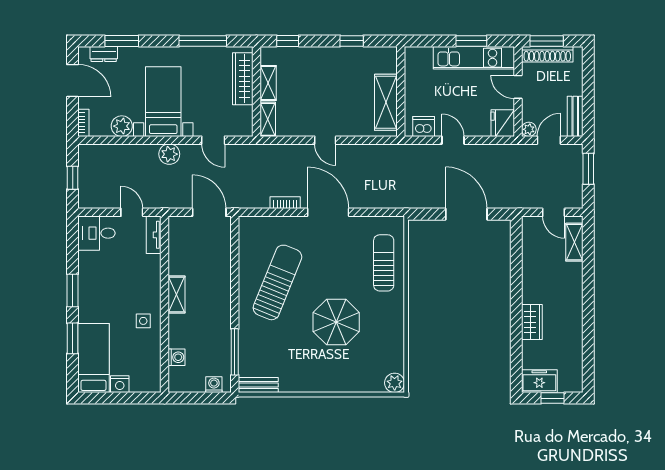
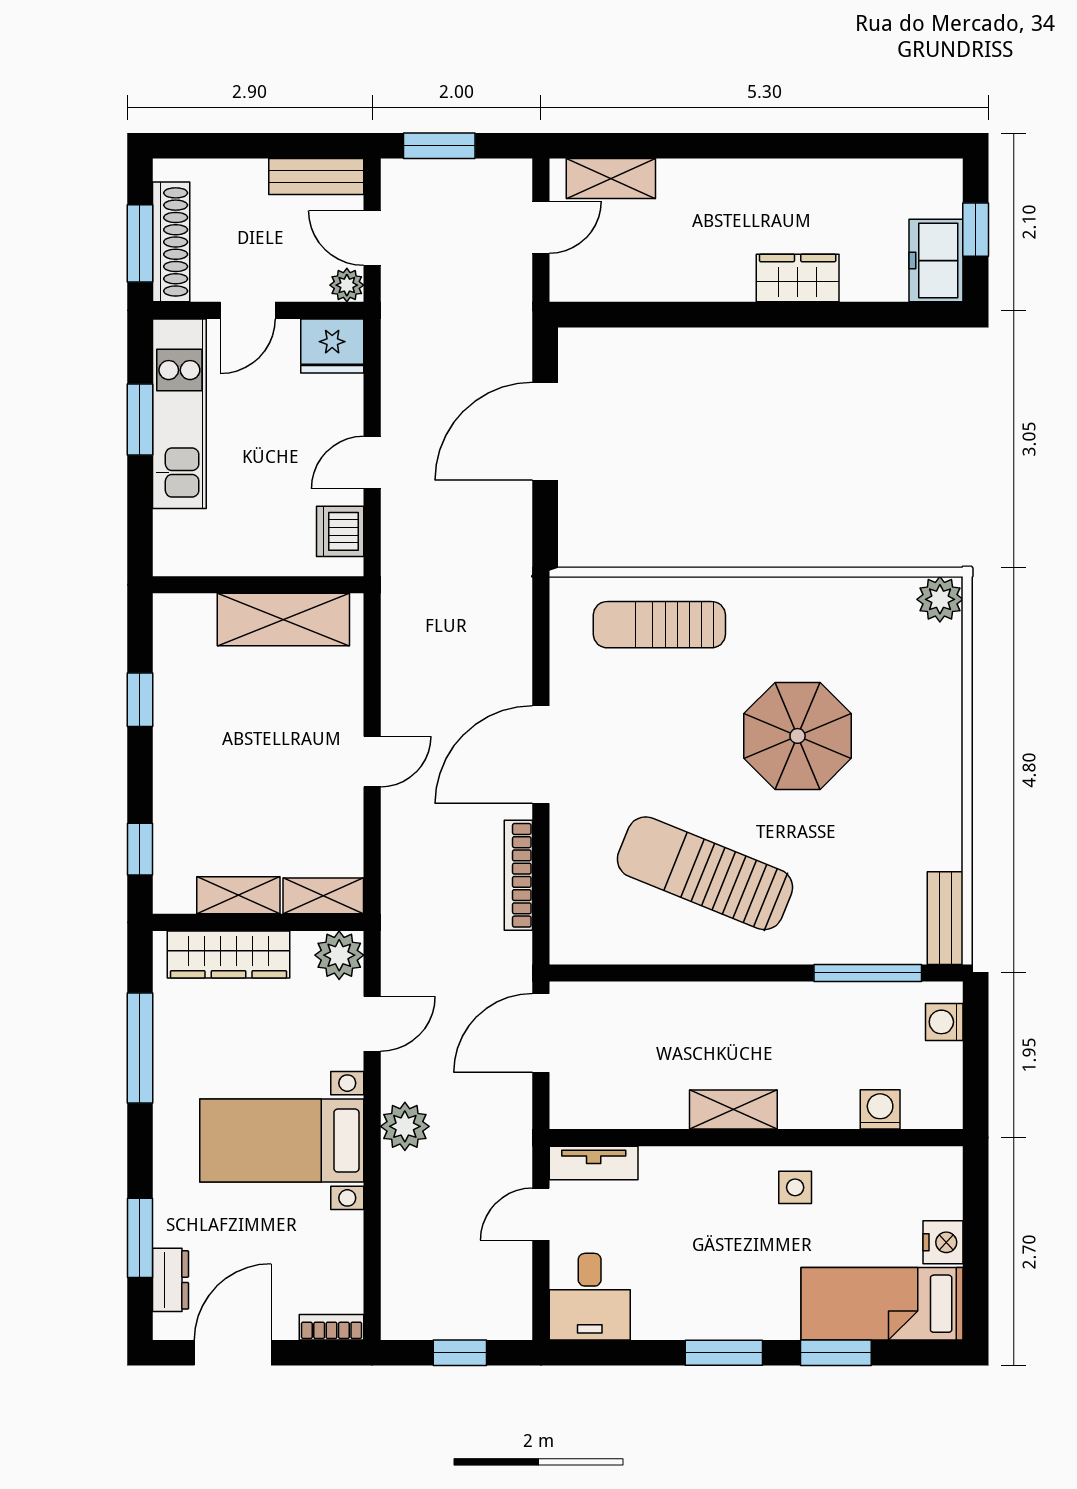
plant: (122, 126) -> (339, 955), moved
bookcase: (285, 203) -> (518, 875), width x1.56

